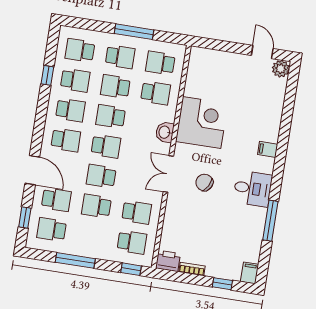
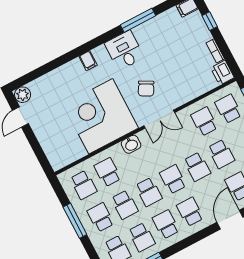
school desk: (75, 80) -> (142, 237), turned 180
corner desk: (202, 123) -> (101, 116), width x1.36, depth x1.36

